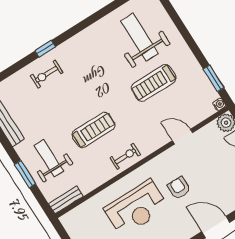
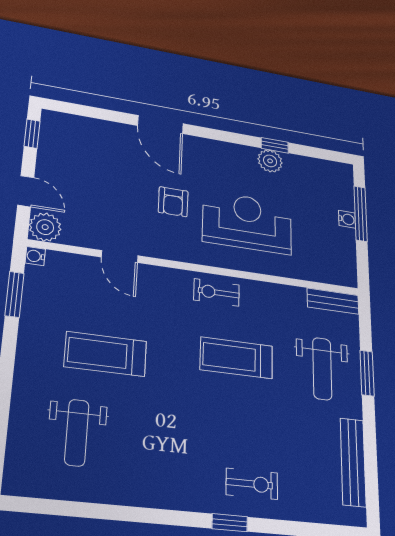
weight bench: (140, 37) -> (77, 433), width x0.73, depth x0.75
treadmill: (154, 83) -> (106, 354), turned 180

